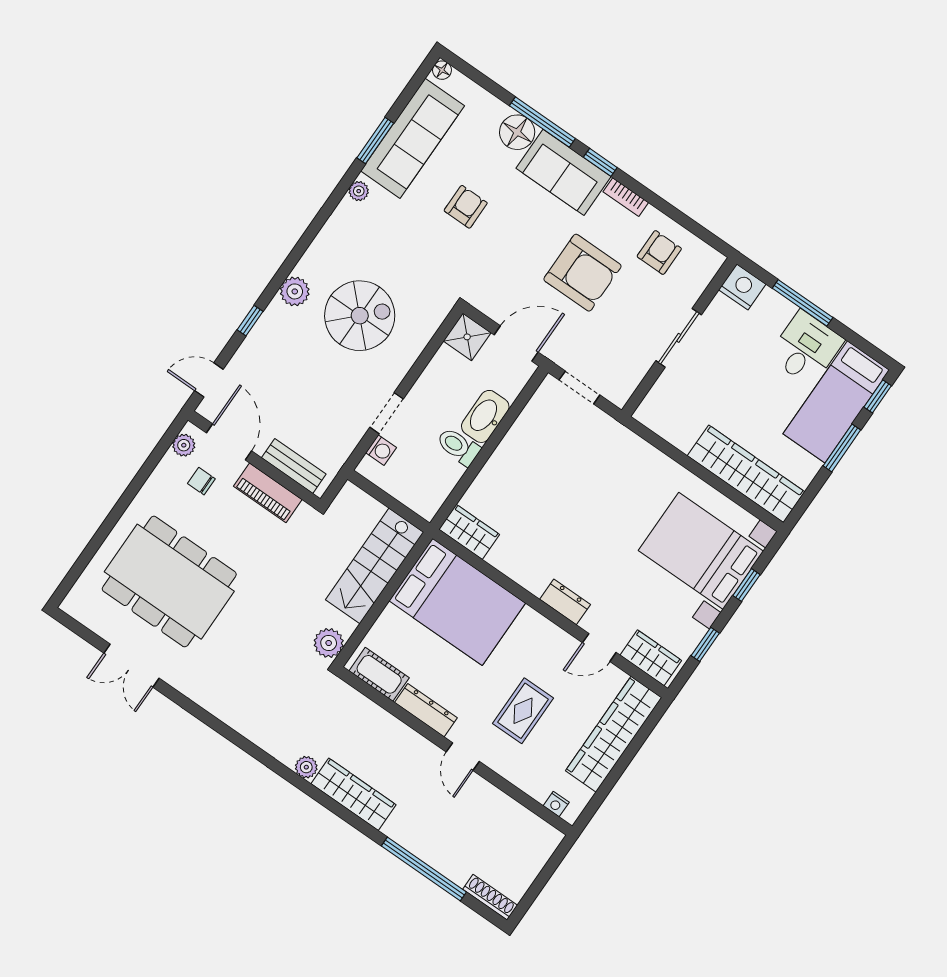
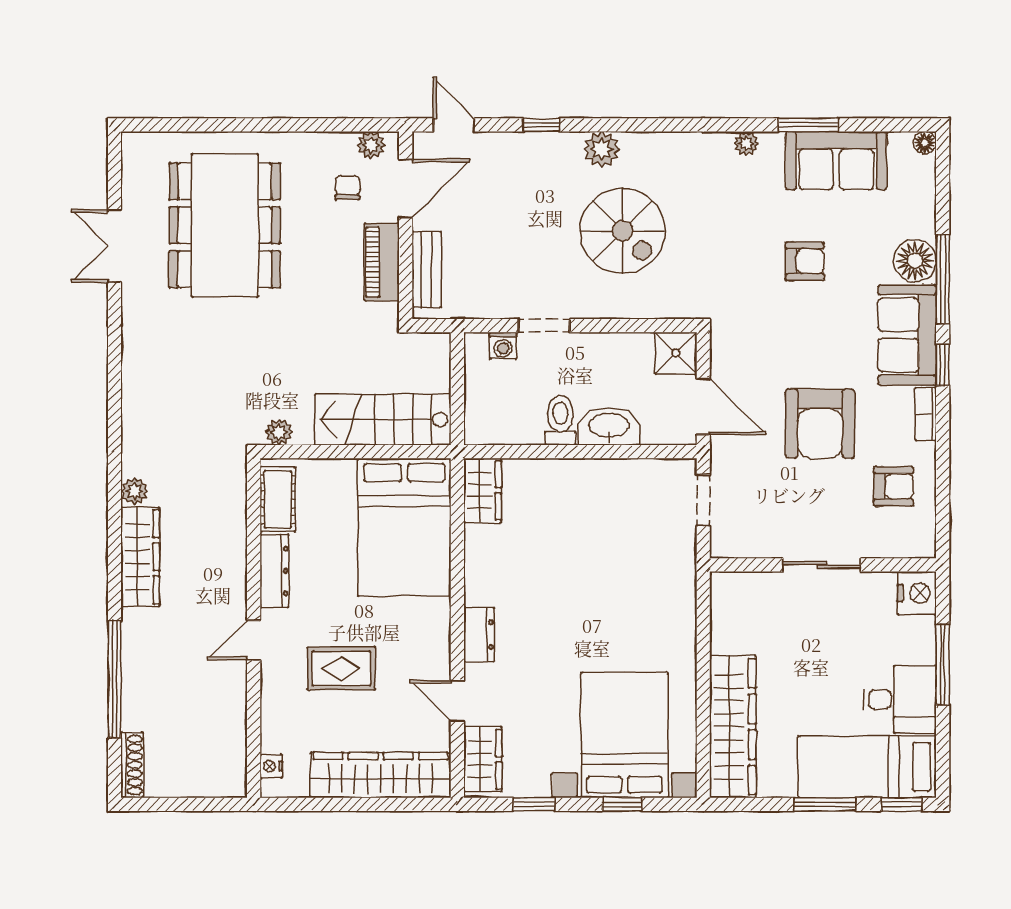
sofa: (413, 138) -> (836, 161), width x0.73
plant: (329, 643) -> (279, 432), width x0.73, depth x0.73

